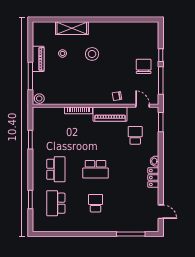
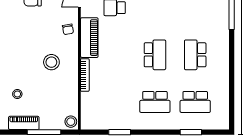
stool: (92, 54) -> (51, 62), moved
school desk: (56, 169) -> (155, 102), turned 180
school desk: (96, 203) -> (195, 55), width x1.85

